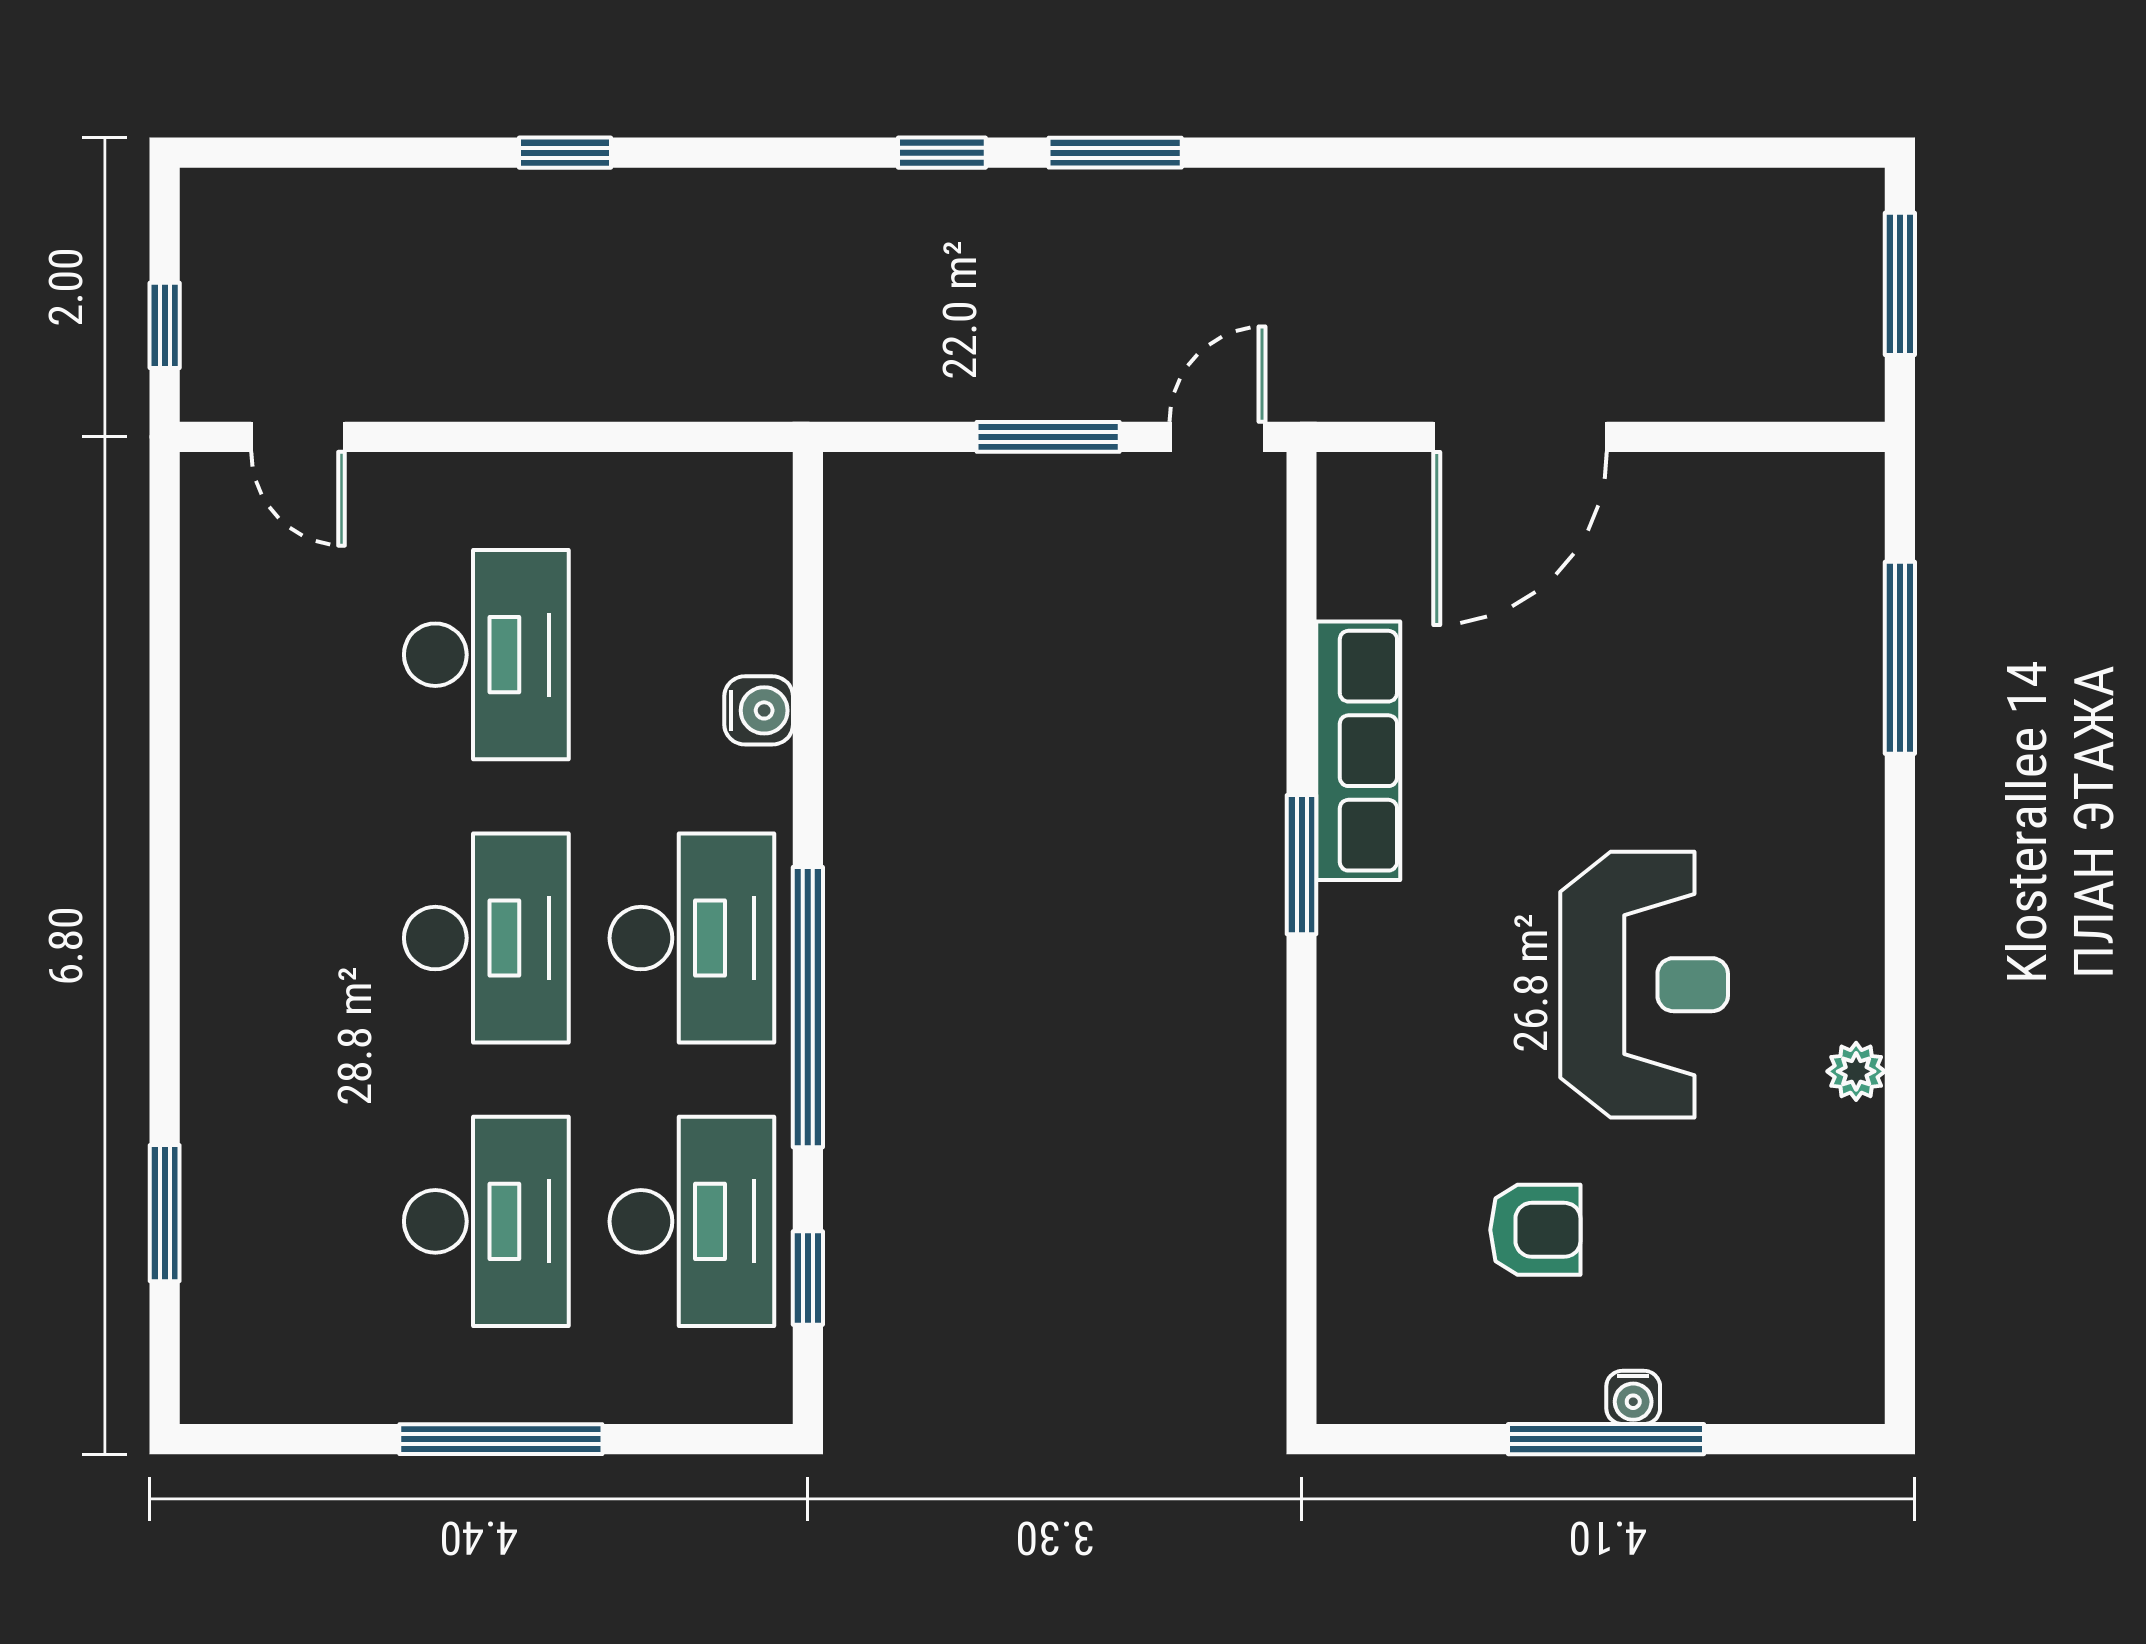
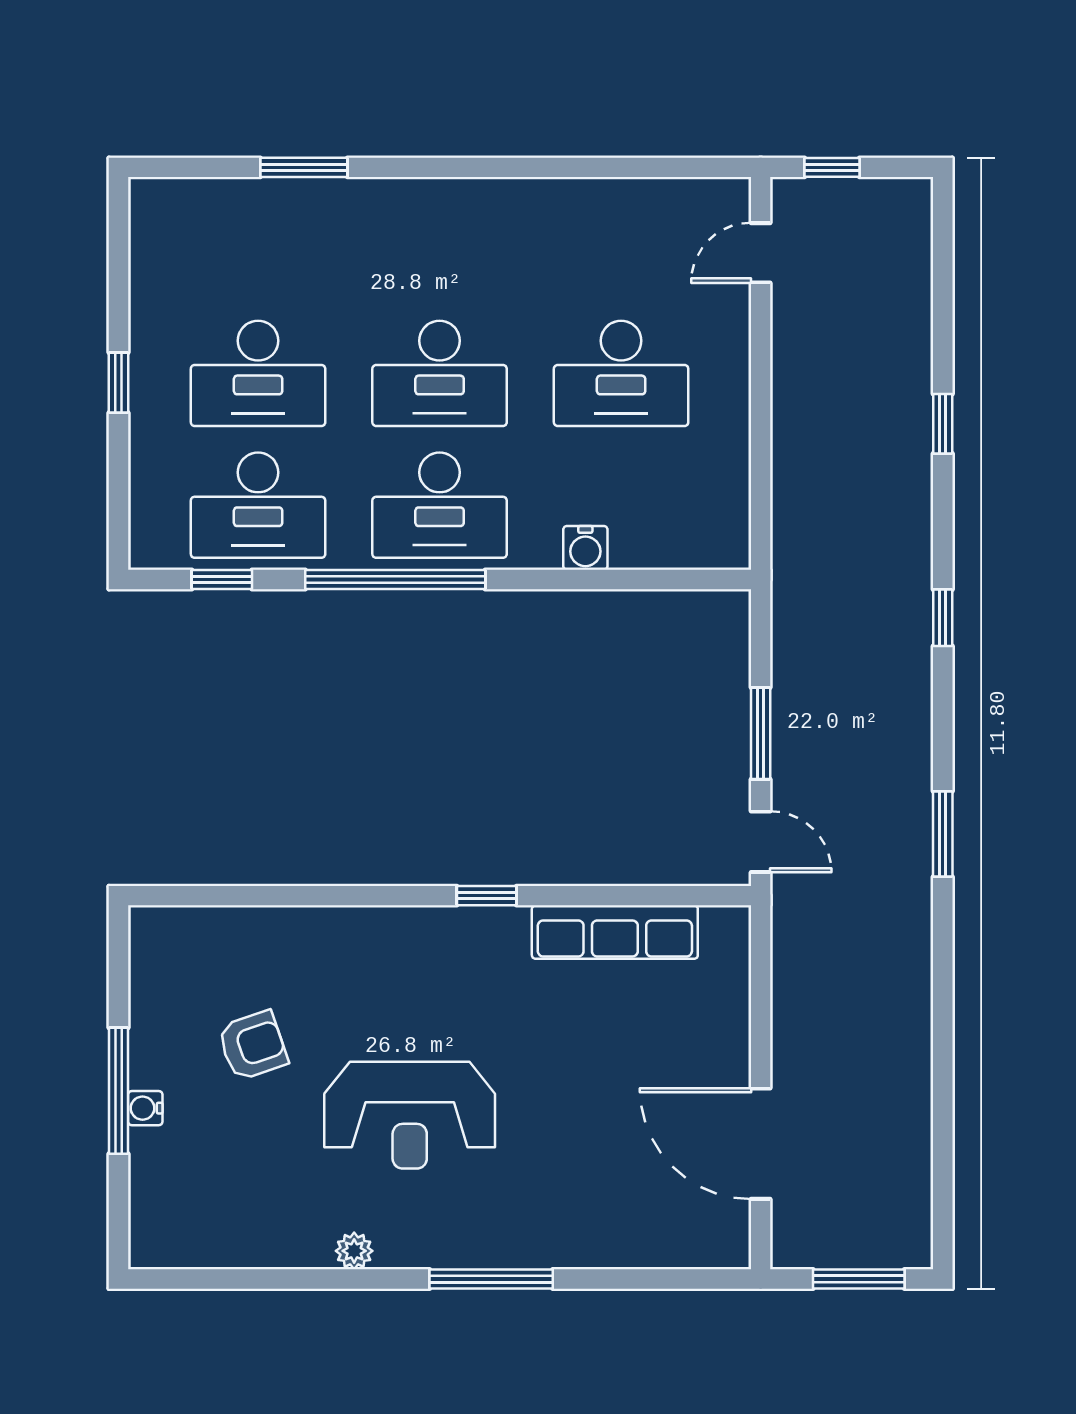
window: (942, 153) -> (943, 618), moved
window: (1115, 153) -> (943, 834), moved
door: (1520, 437) -> (761, 1144), moved
window: (1900, 658) -> (491, 1279), moved
row of seats: (1358, 751) -> (615, 932), moved
window: (1302, 865) -> (487, 896), width x0.67
window: (165, 1213) -> (304, 167), moved
armchair: (1535, 1230) -> (253, 1045), turned -109
window: (501, 1439) -> (119, 383), width x0.46

